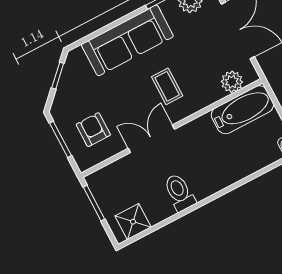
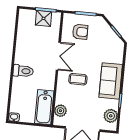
sofa: (127, 40) -> (111, 81), width x0.73
toilet: (179, 192) -> (23, 71), moved
shower: (133, 222) -> (44, 18), moved

